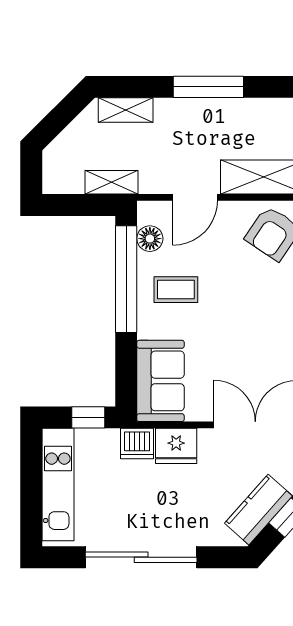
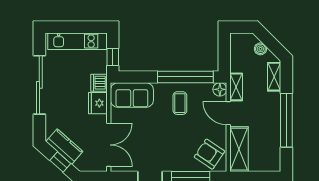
window: (208, 87) -> (286, 120), width x1.46
boiler: (73, 136) -> (260, 49), added
shelving: (112, 182) -> (236, 87), moved
floor lamp: (150, 239) -> (220, 89), moved

